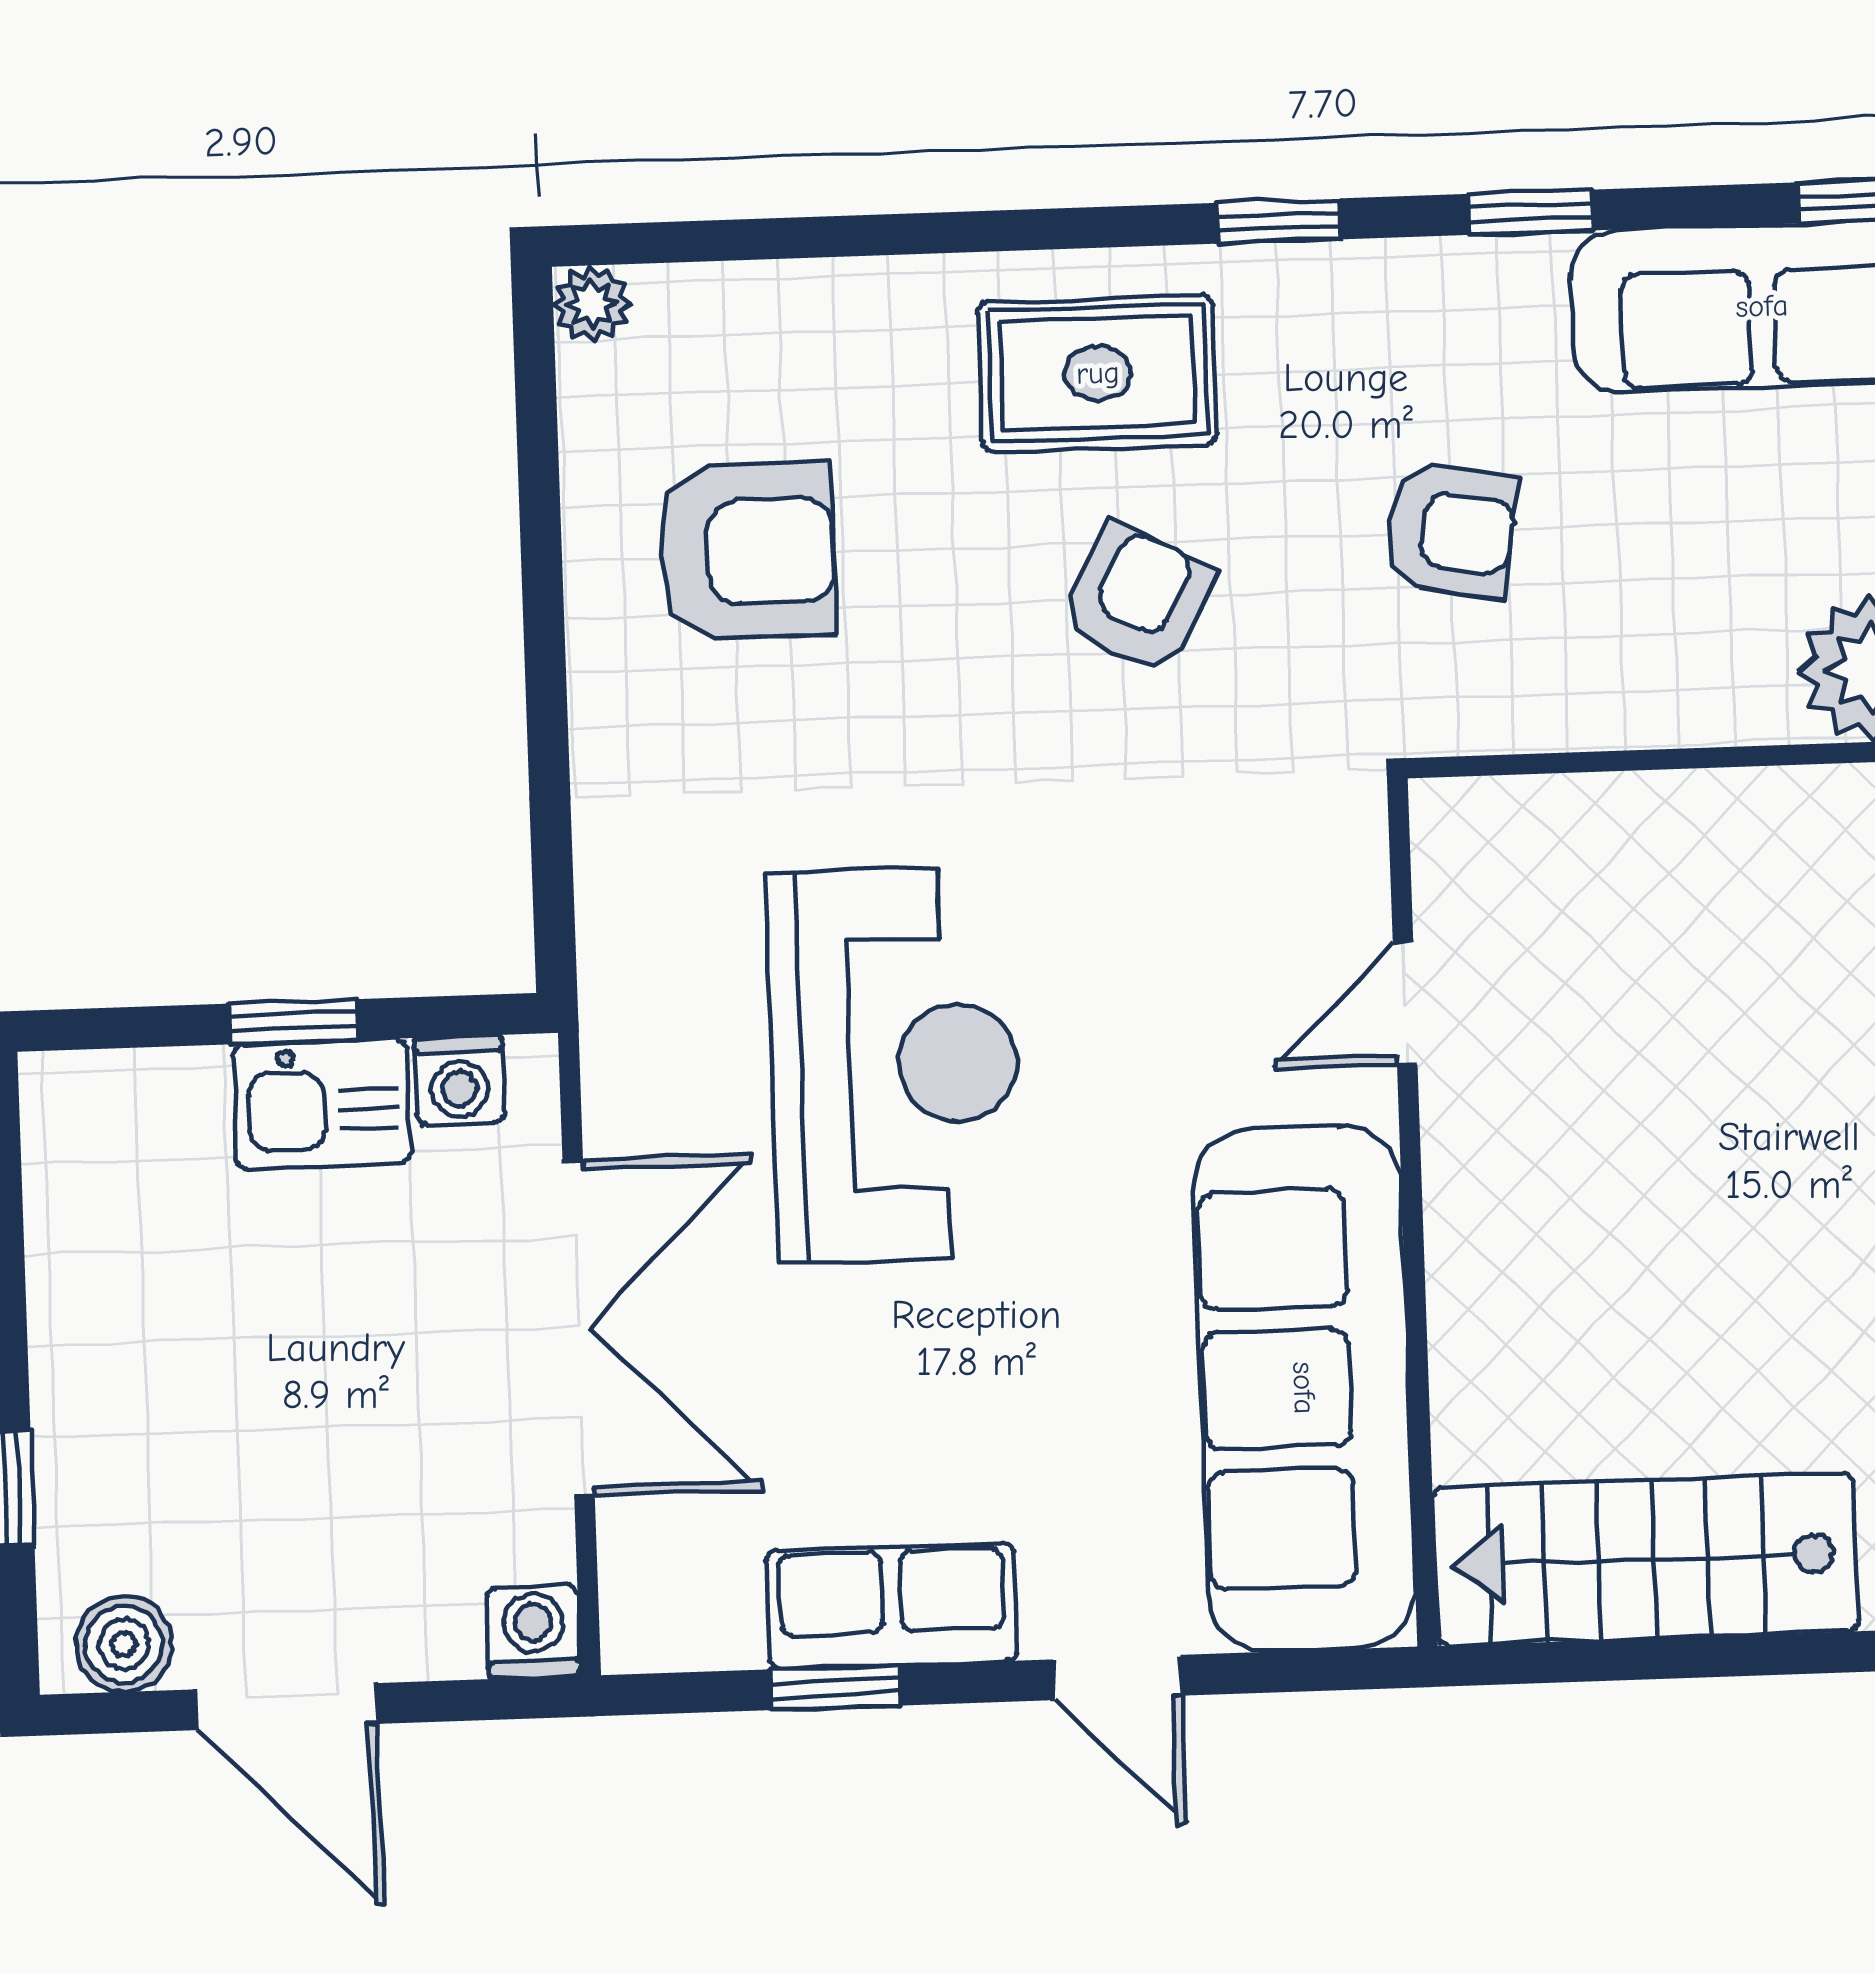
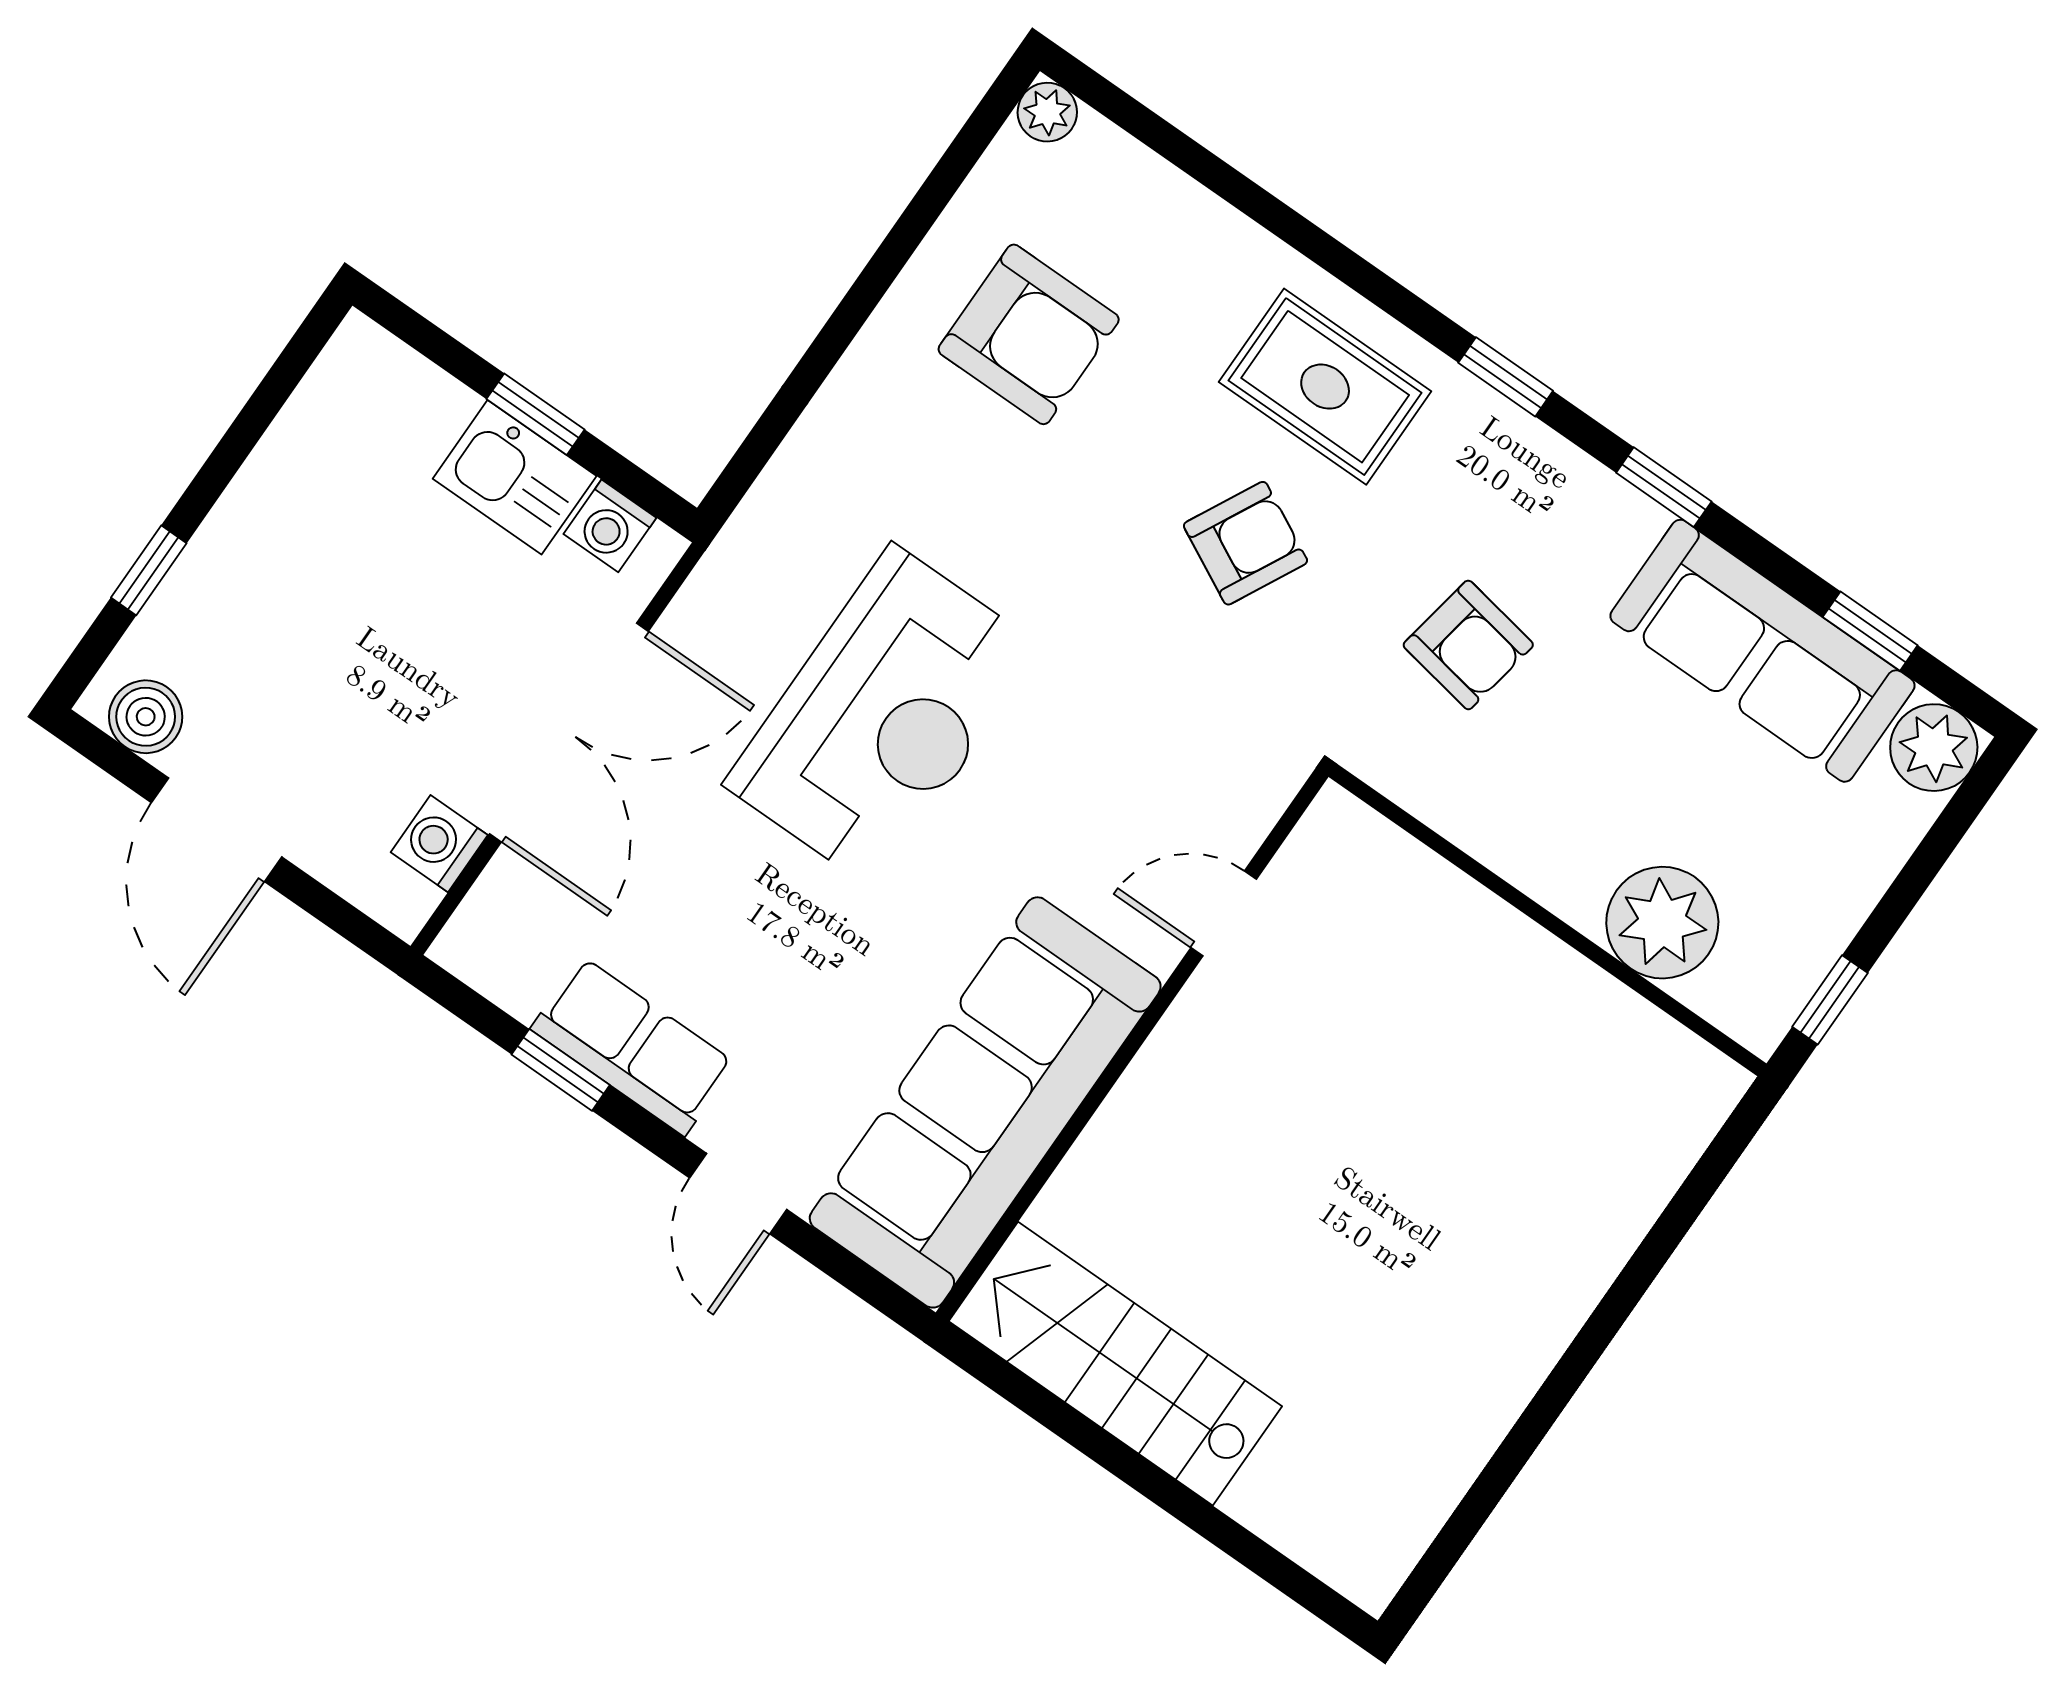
washing machine: (533, 1632) -> (439, 844), moved, turned -90

